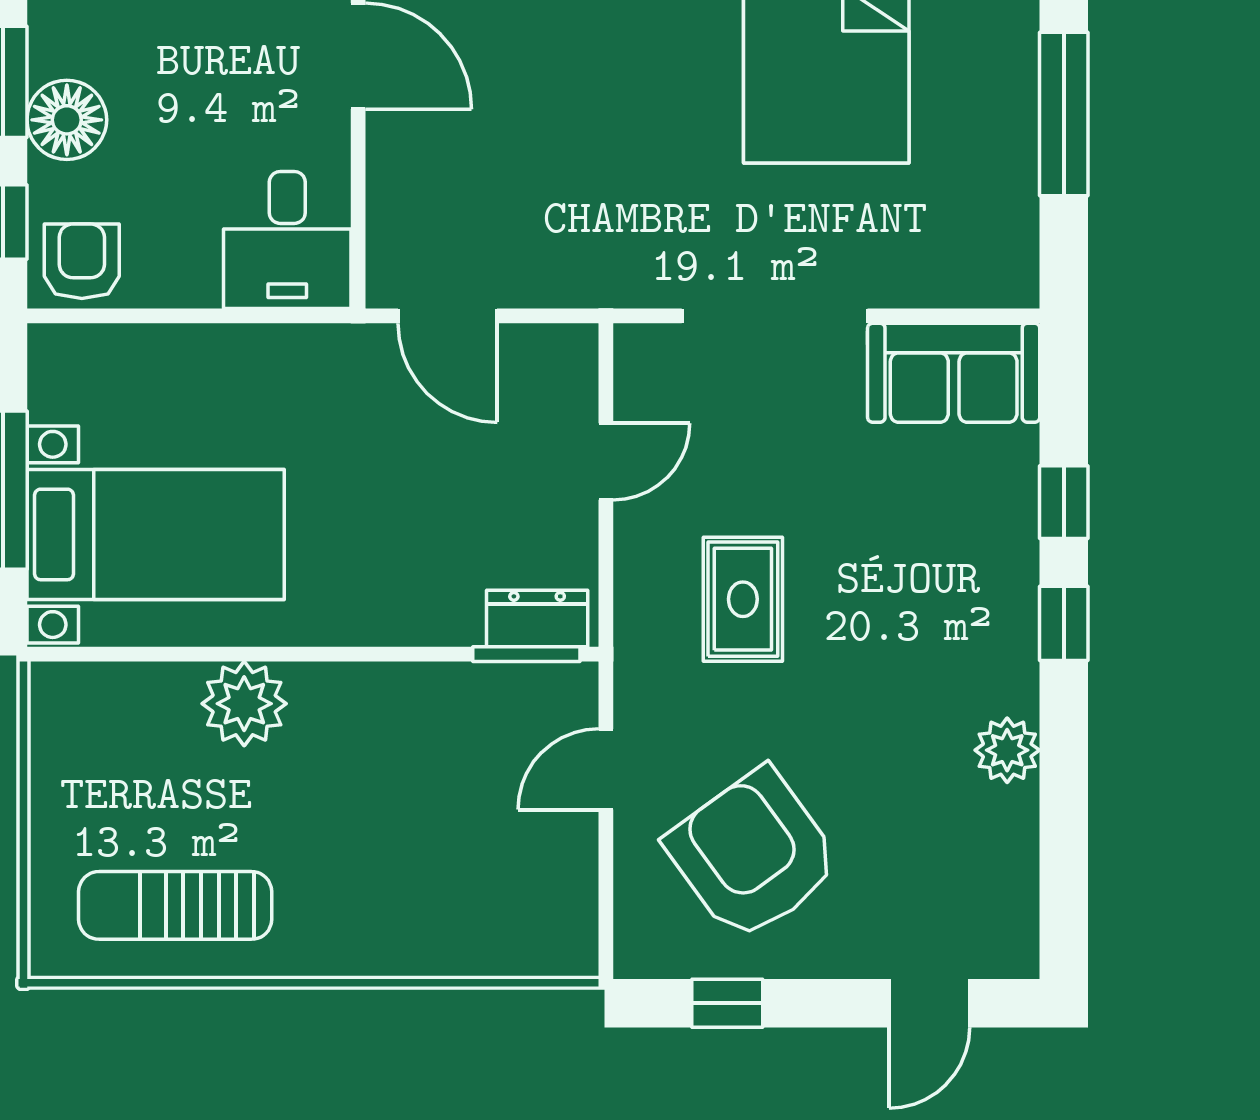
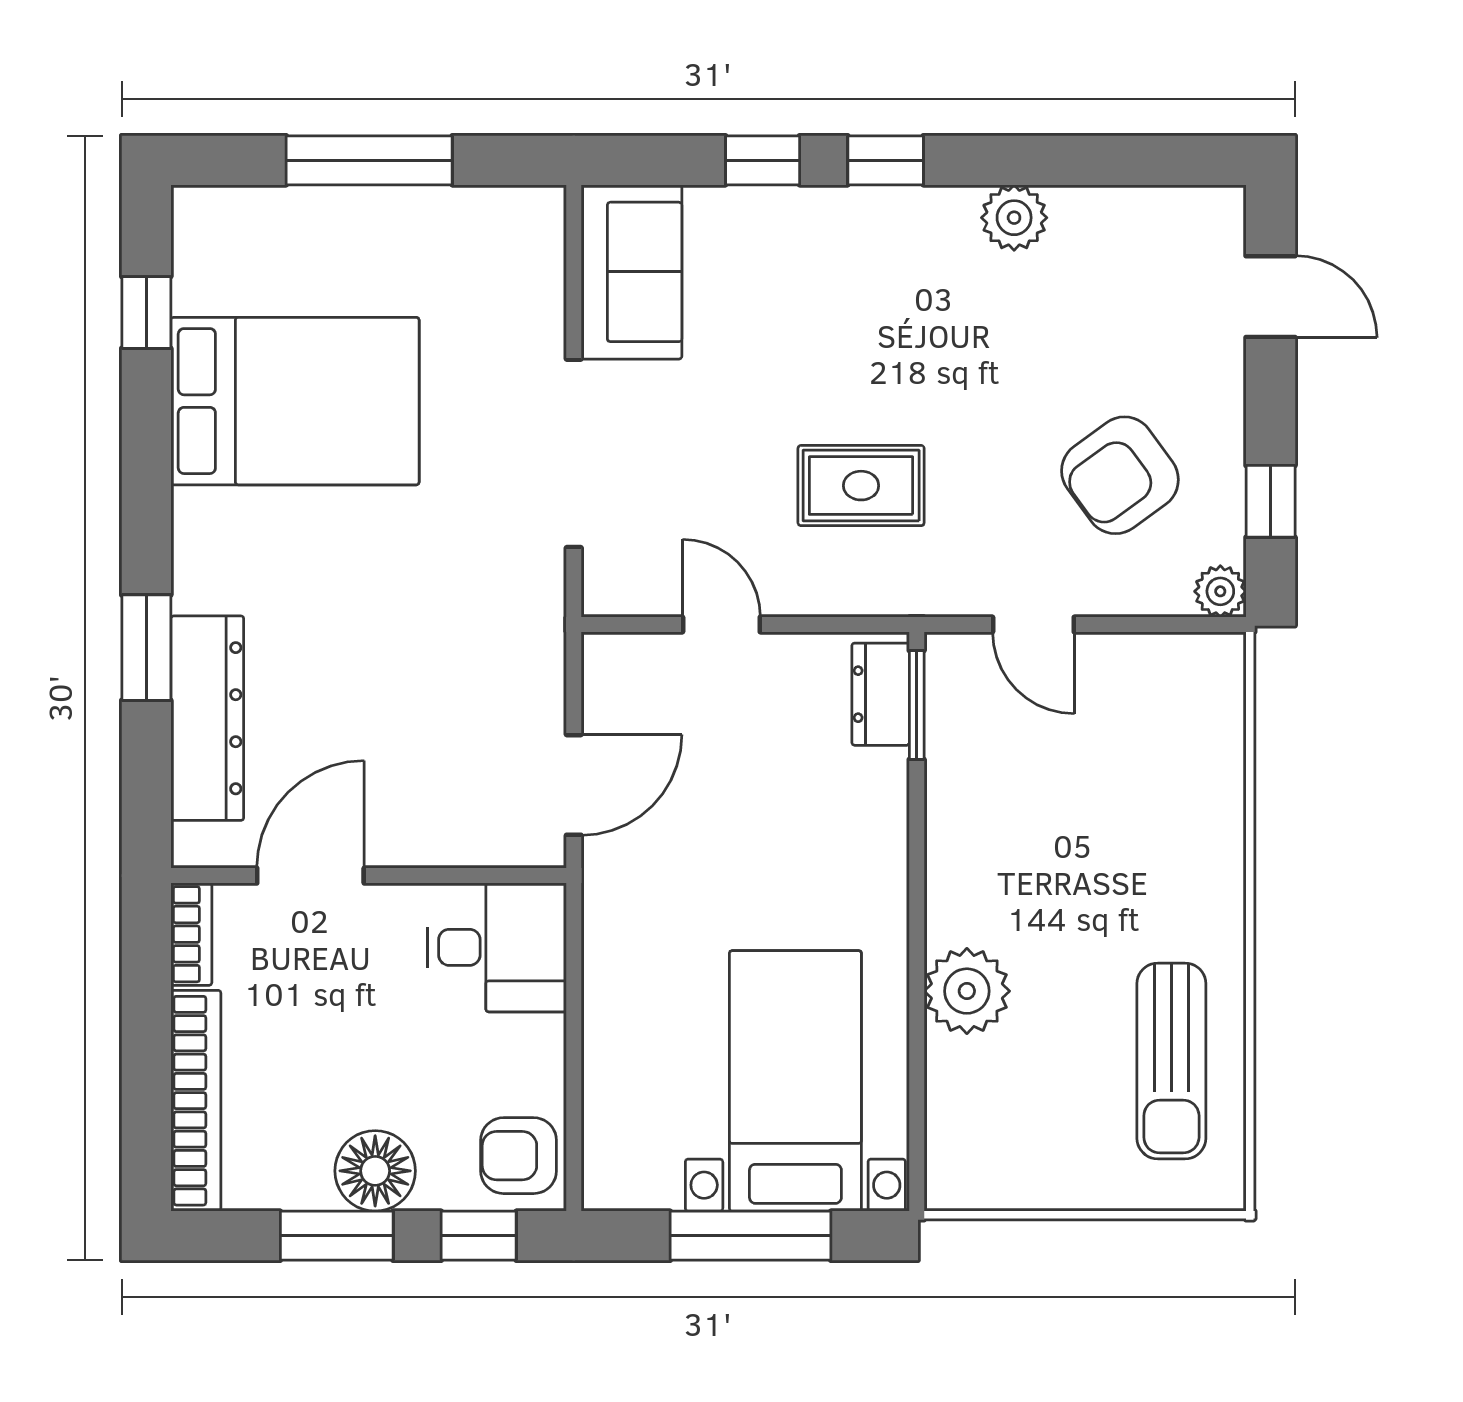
armchair: (753, 855) -> (1120, 475), width x0.73, depth x0.73
plant: (639, 954) -> (1220, 591), added

